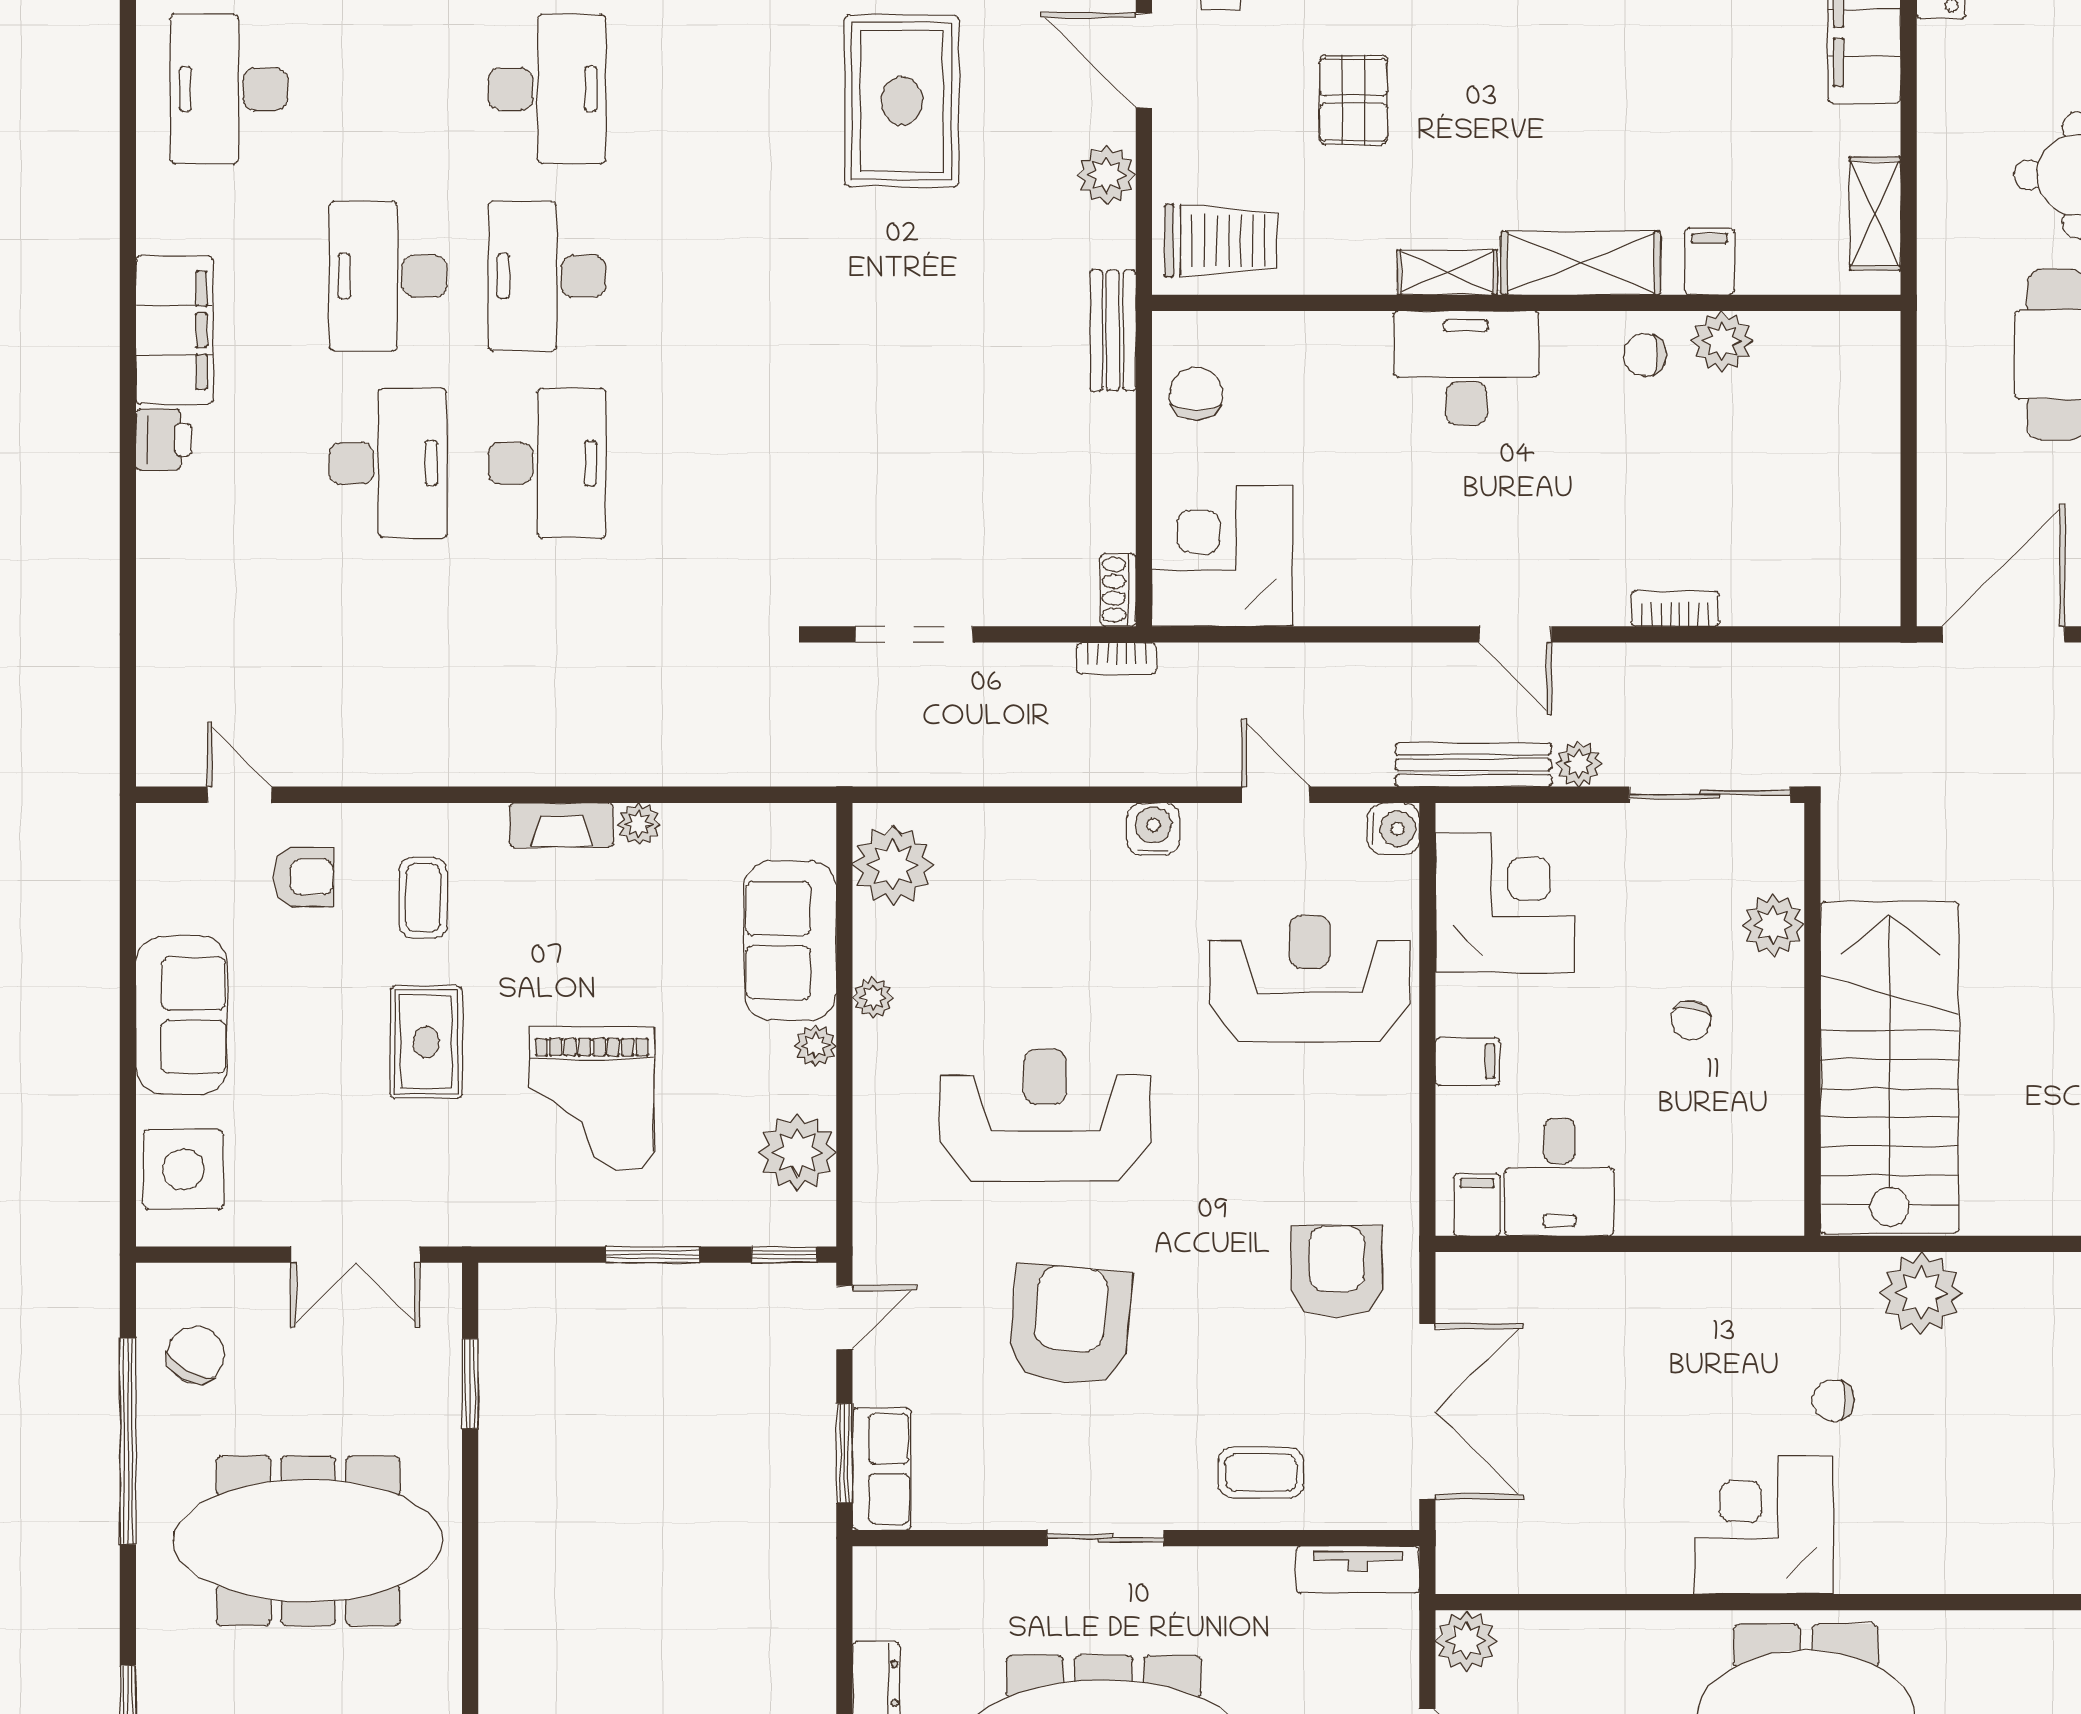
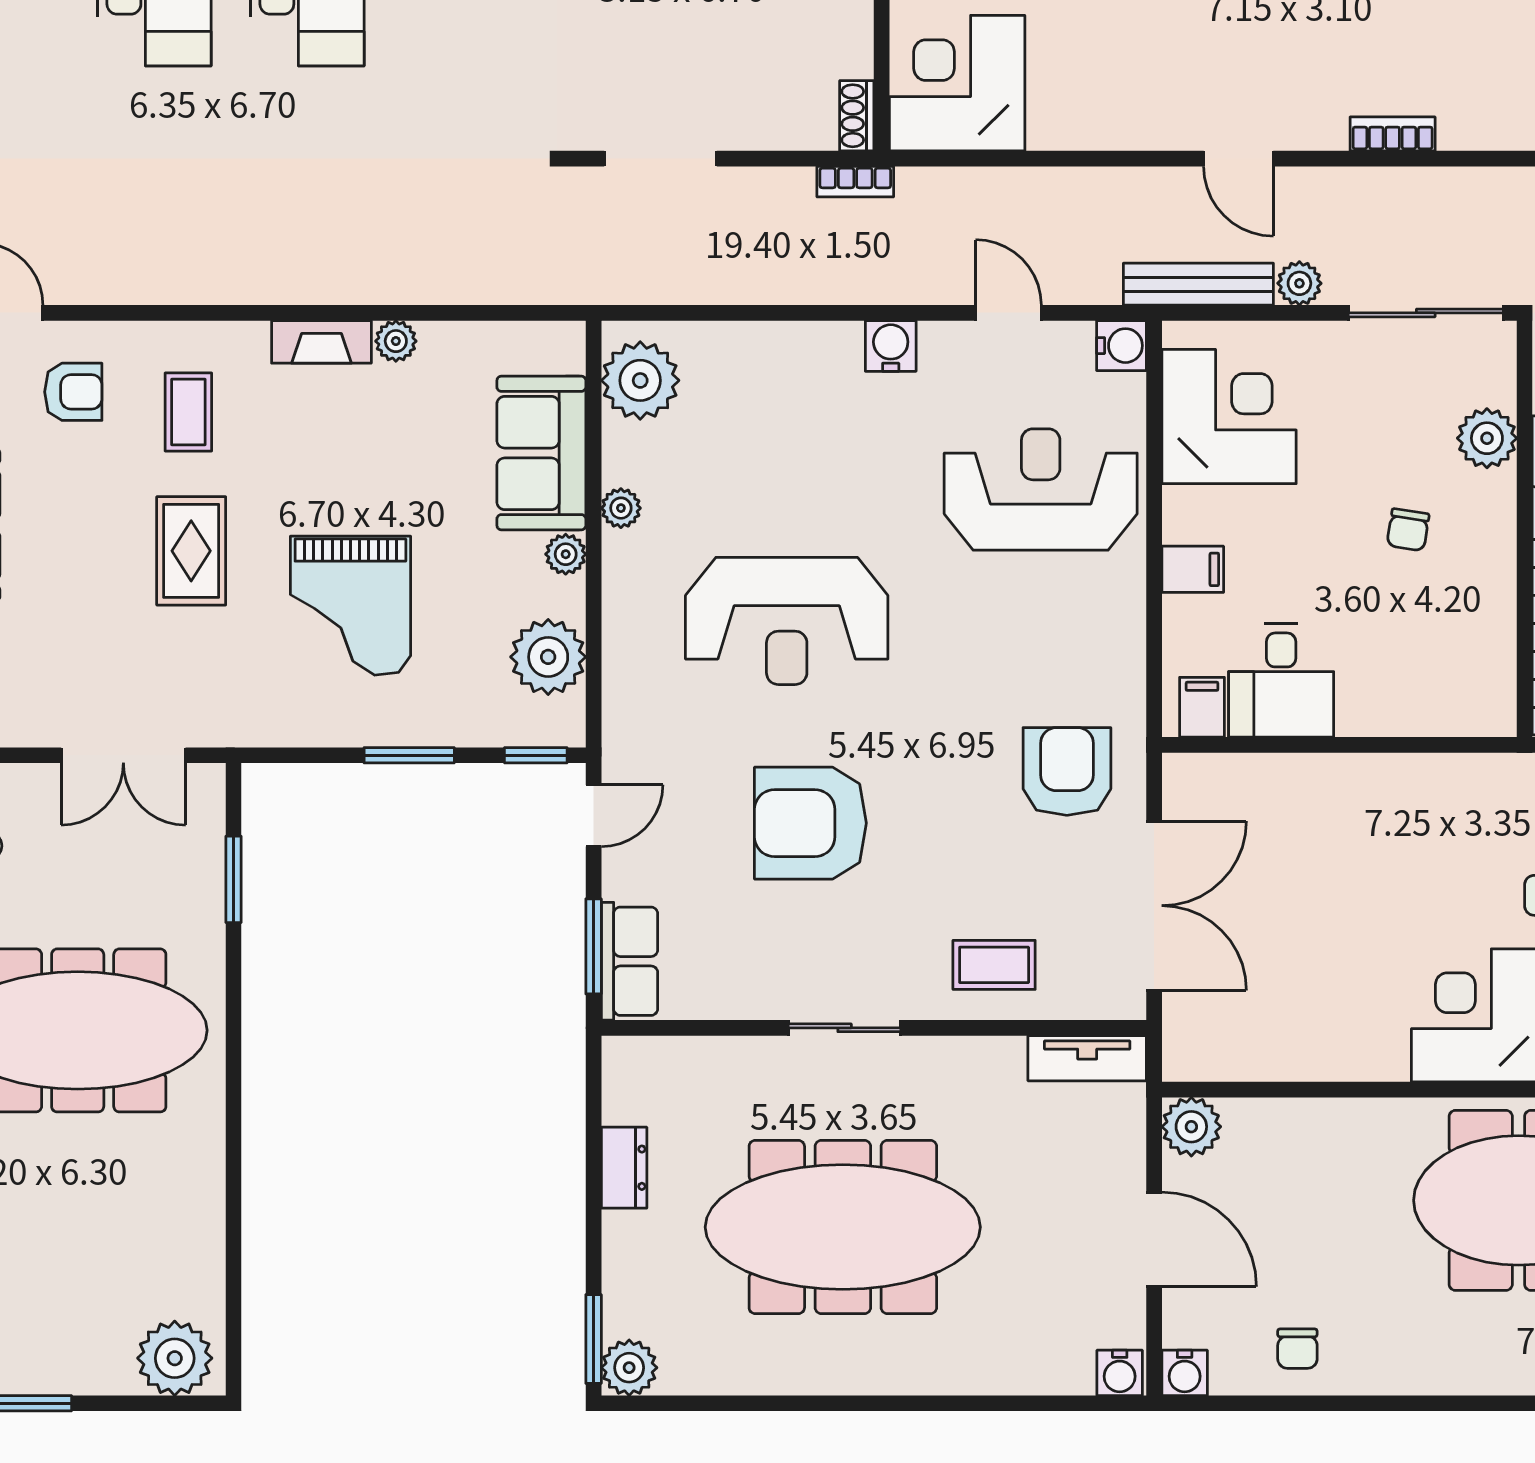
reception desk: (1045, 1115) -> (787, 621), turned 180
armchair: (1070, 1325) -> (810, 823), turned -95

